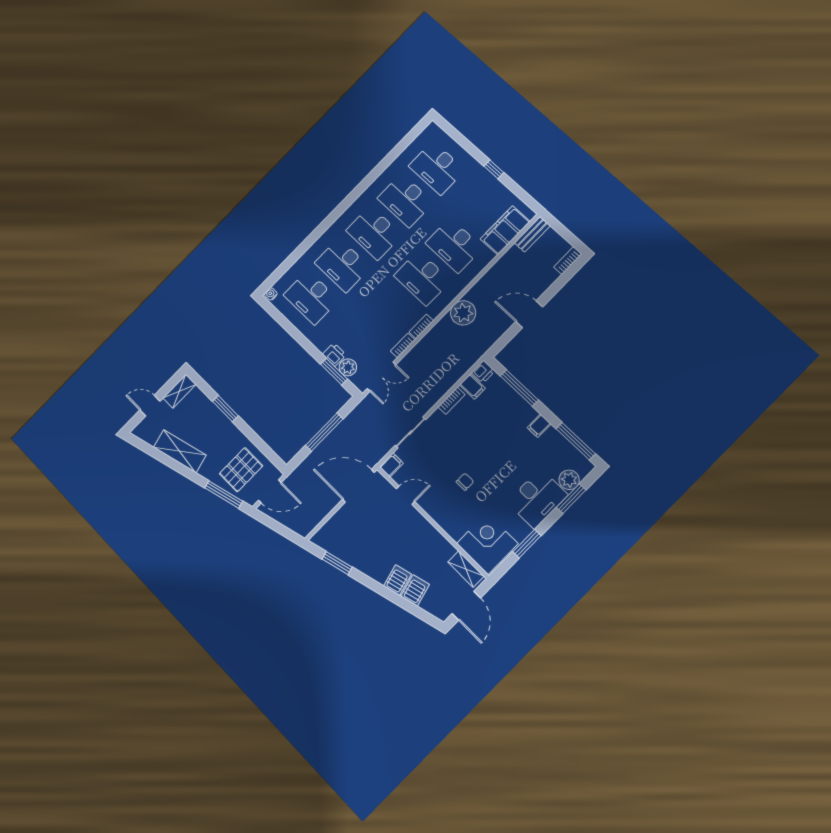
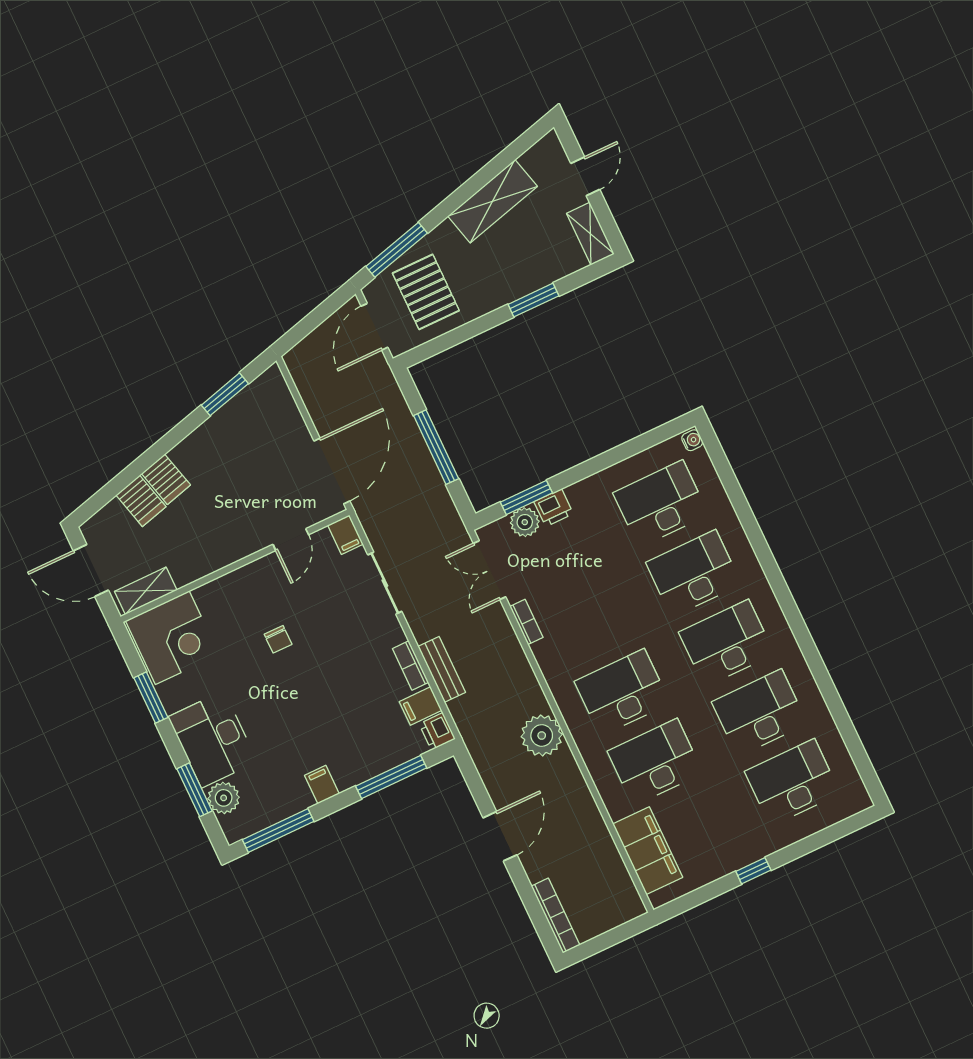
bench: (532, 234) -> (442, 669), moved
bookcase: (568, 261) -> (556, 916), width x1.56
bookcase: (421, 326) -> (545, 662), removed

